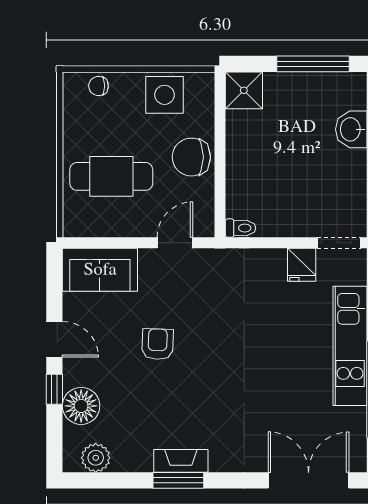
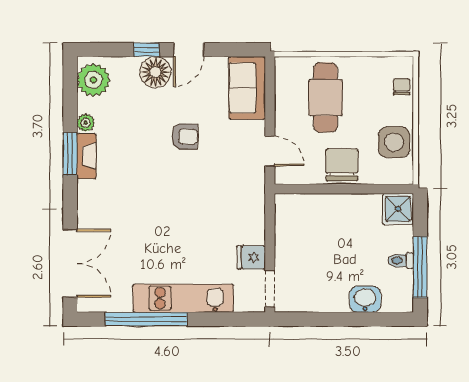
toilet: (241, 228) -> (401, 261), moved, turned 90
floor lamp: (81, 406) -> (155, 72), moved
plant: (96, 458) -> (93, 80), width x1.36, depth x1.36
plant: (141, 462) -> (86, 123), added

